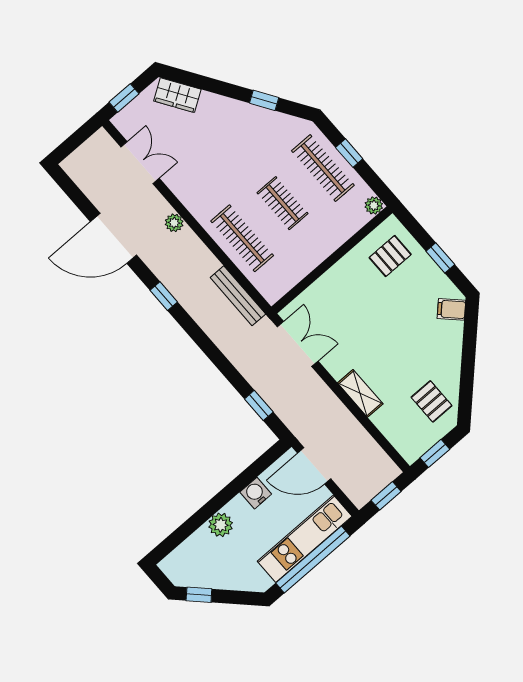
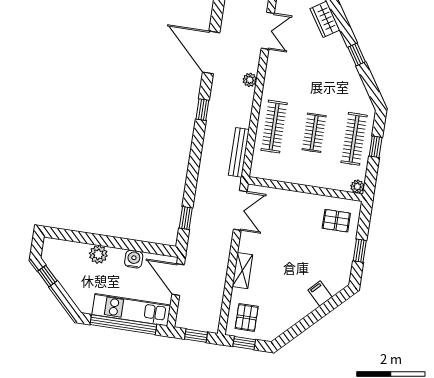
window: (264, 100) -> (357, 55), moved
filing cabinet: (451, 309) -> (320, 293), moved
pallet: (432, 401) -> (247, 317), moved

